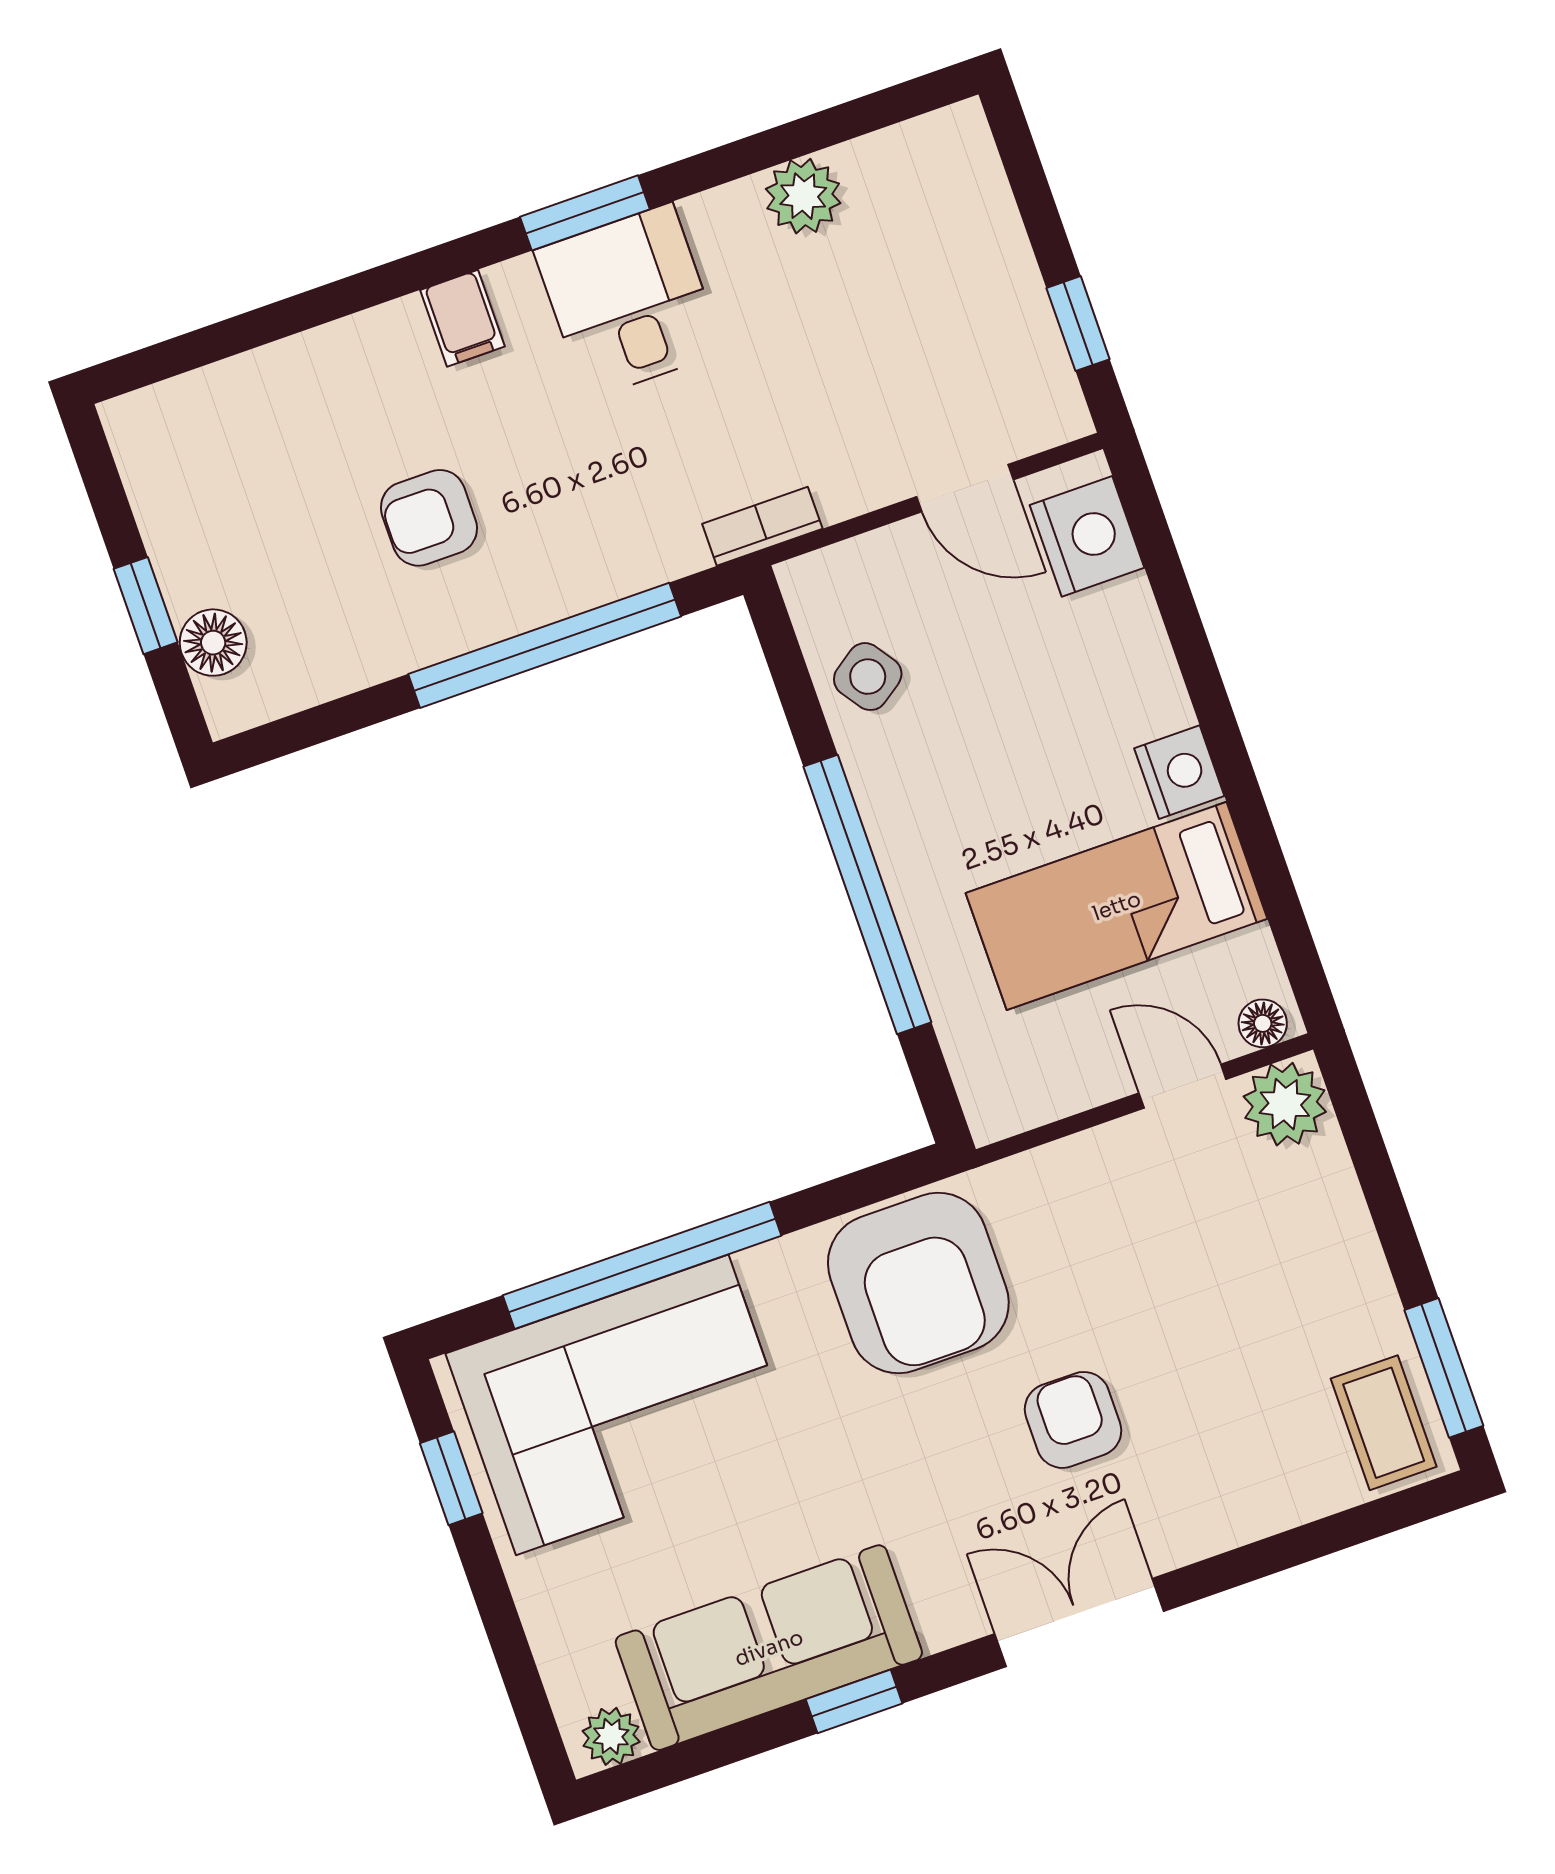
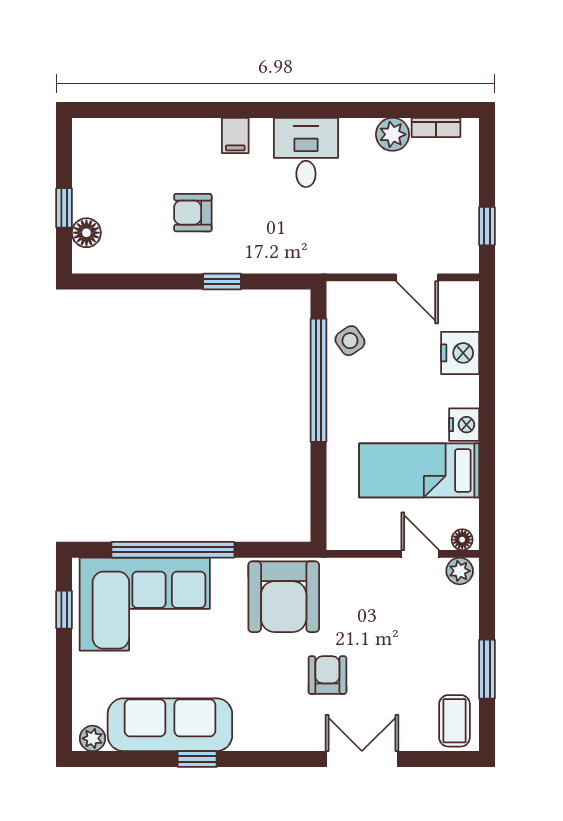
window: (585, 213) -> (301, 110), removed
bookcase: (762, 526) -> (436, 127), moved, turned 180
nightstand: (1087, 536) -> (460, 353), moved
window: (545, 645) -> (222, 281), width x0.32
window: (867, 894) -> (319, 380), moved
plant: (1285, 1104) -> (460, 571), width x0.73, depth x0.73
window: (1444, 1368) -> (487, 669), moved
double door: (1079, 1623) -> (362, 759), moved

